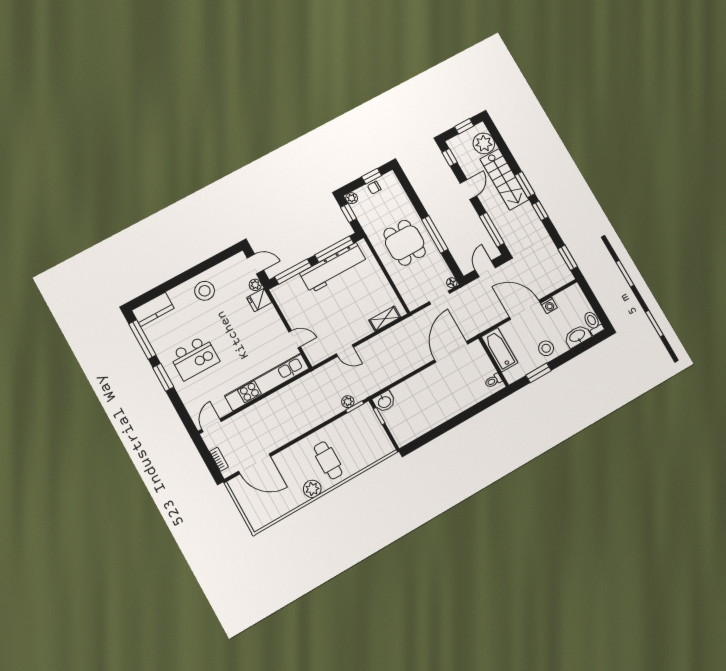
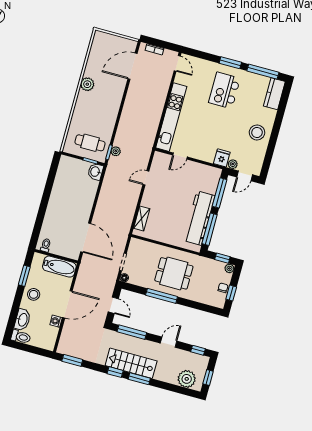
stairs: (504, 179) -> (131, 363), moved
door: (468, 189) -> (169, 342), swing flipped
cafe table: (328, 460) -> (90, 143), moved

